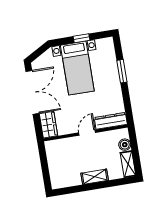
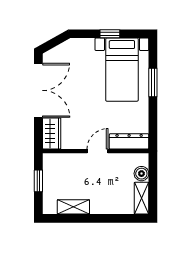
bed with nightstands: (77, 68) -> (122, 70), moved
window: (44, 164) -> (38, 181), added
shelving: (95, 177) -> (73, 207), moved

